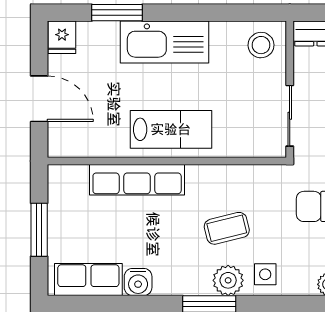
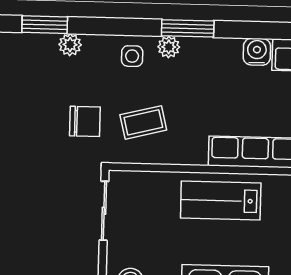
coffee table: (227, 228) -> (143, 122), moved
plant: (228, 280) -> (169, 47), width x0.73, depth x0.73

